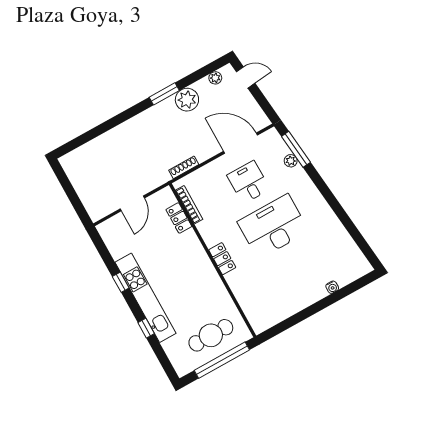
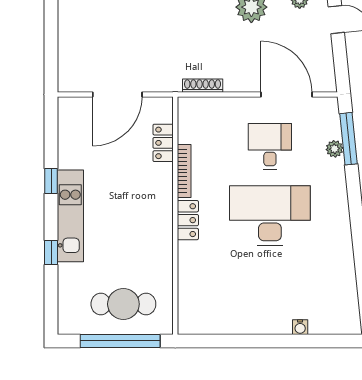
door: (132, 203) -> (117, 95), width x1.36
bookcase: (189, 205) -> (184, 171), moved
kitchen unit: (145, 298) -> (70, 216), width x0.73

